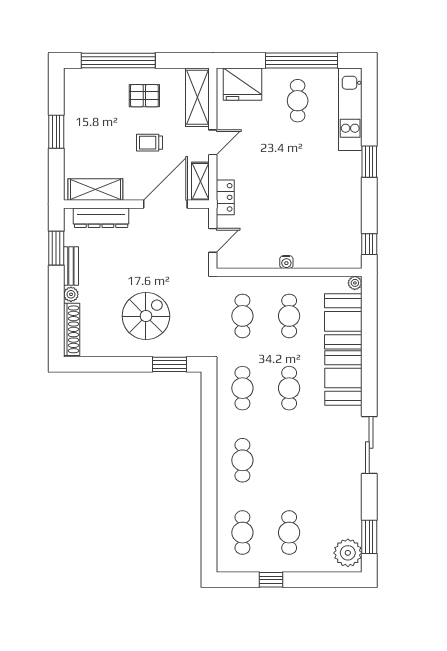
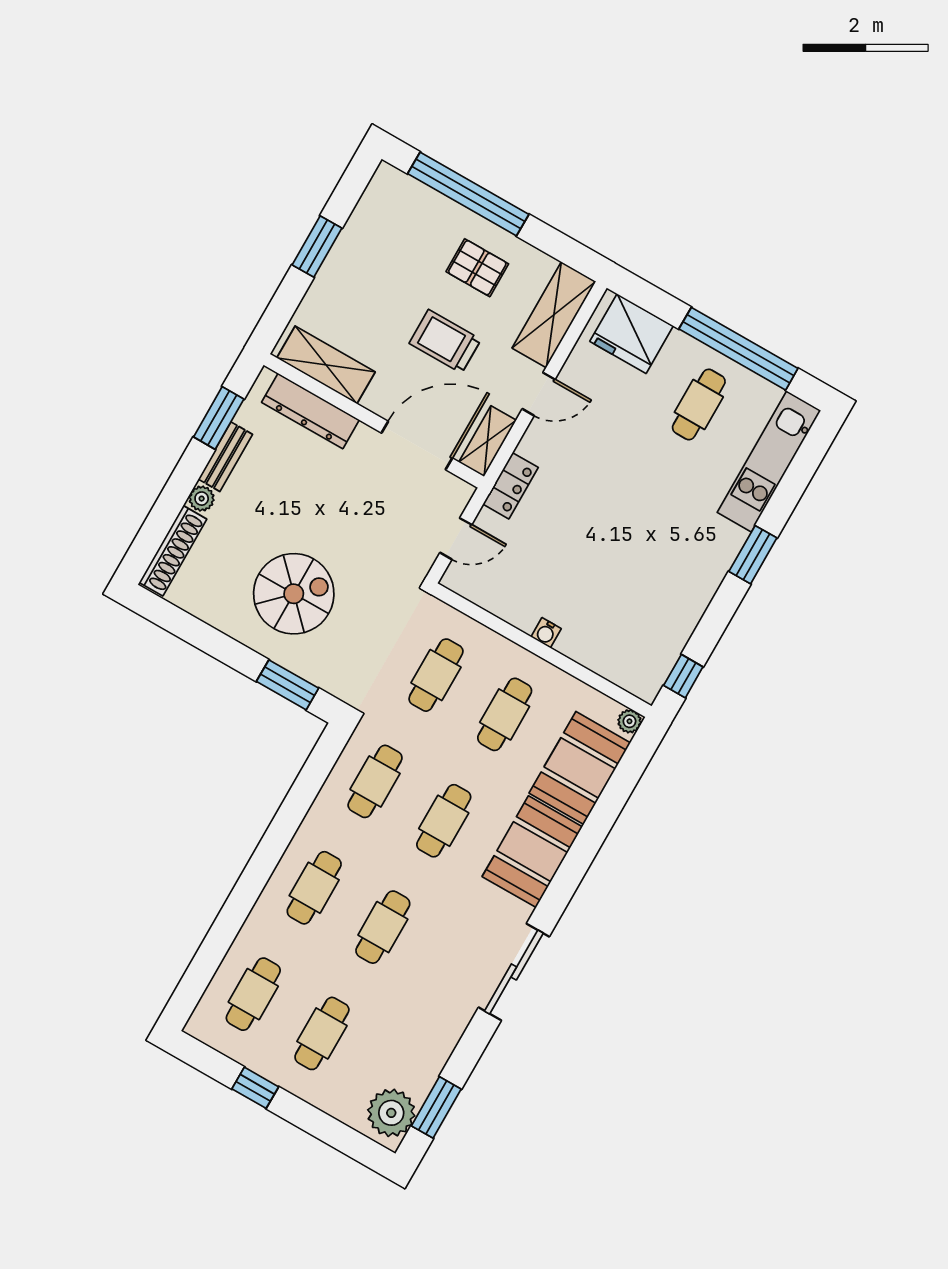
trolley: (149, 143) -> (445, 341), width x1.36, depth x1.39
cafe table: (289, 460) -> (383, 927), added

